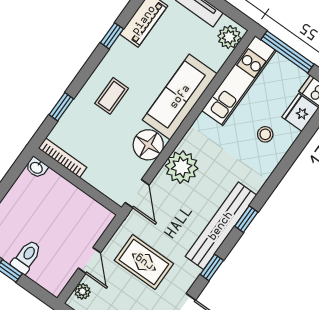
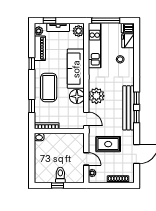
coffee table: (112, 96) -> (49, 87), width x1.86, depth x1.72
window: (212, 267) -> (137, 117), moved

